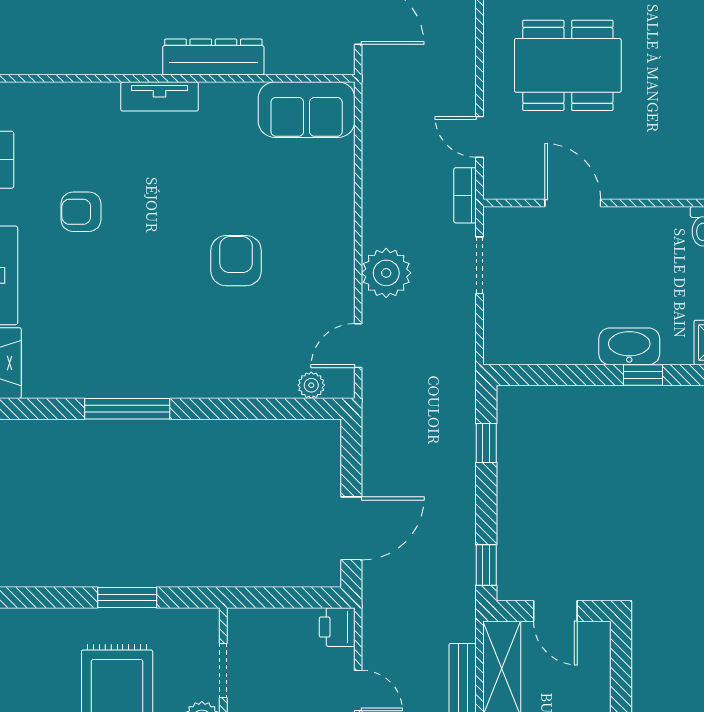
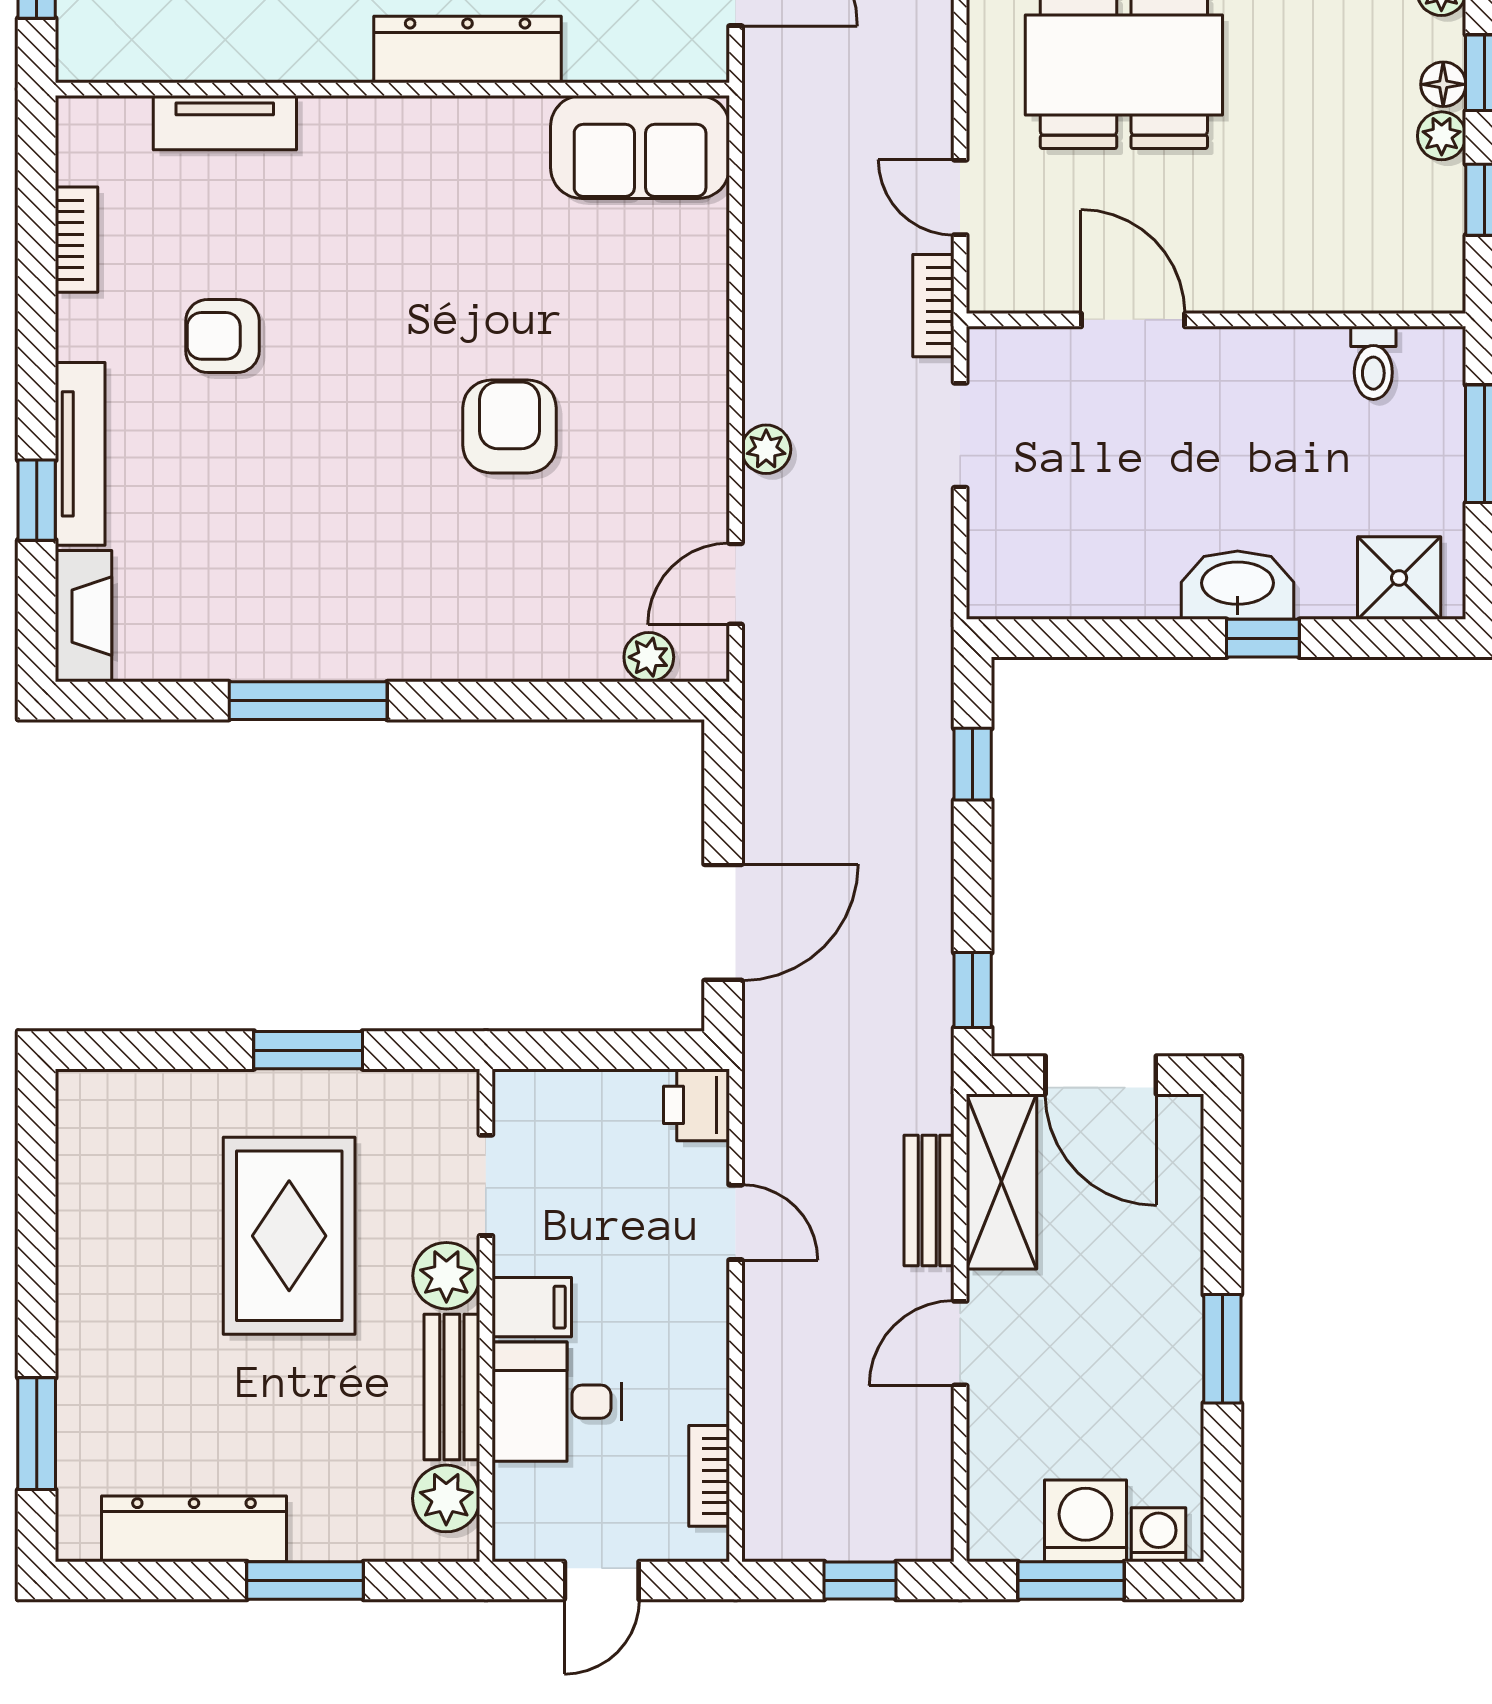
tv unit: (160, 96) -> (225, 123), moved
plant: (386, 273) -> (766, 449), width x0.53, depth x0.53
door: (555, 611) -> (1101, 1075), width x1.37

